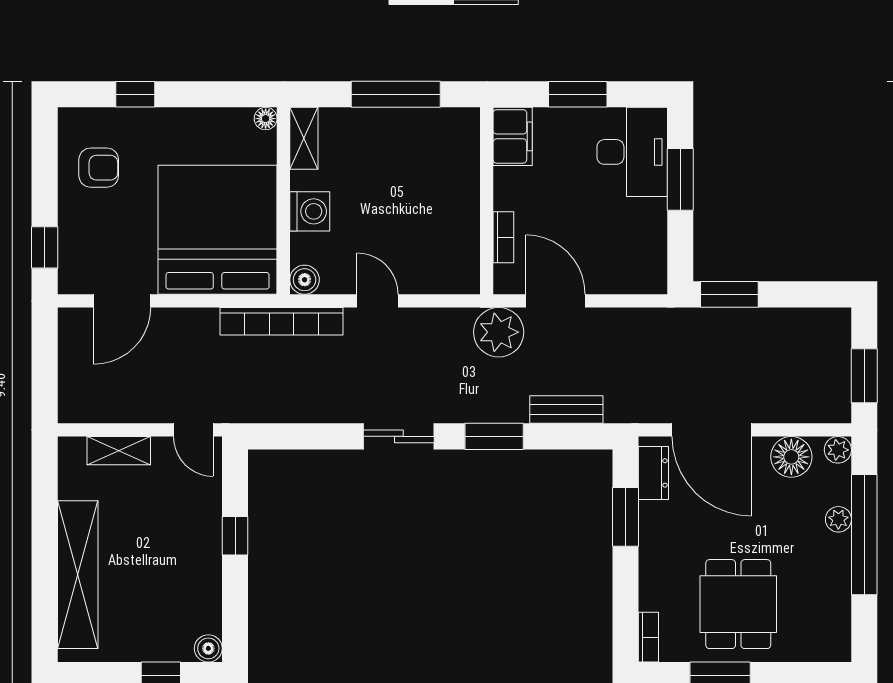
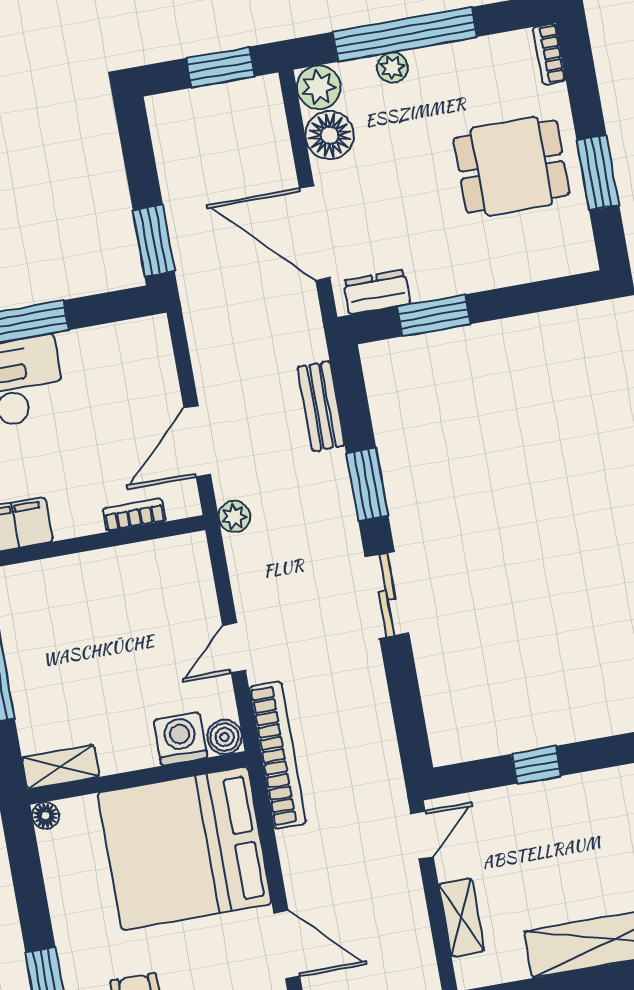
washing machine: (310, 211) -> (180, 739), moved
plant: (499, 332) -> (234, 517), width x0.53, depth x0.53
door: (712, 430) -> (315, 233), swing flipped
plant: (838, 450) -> (319, 87), width x1.38, depth x1.38
bookcase: (648, 637) -> (549, 54), moved, turned -90

